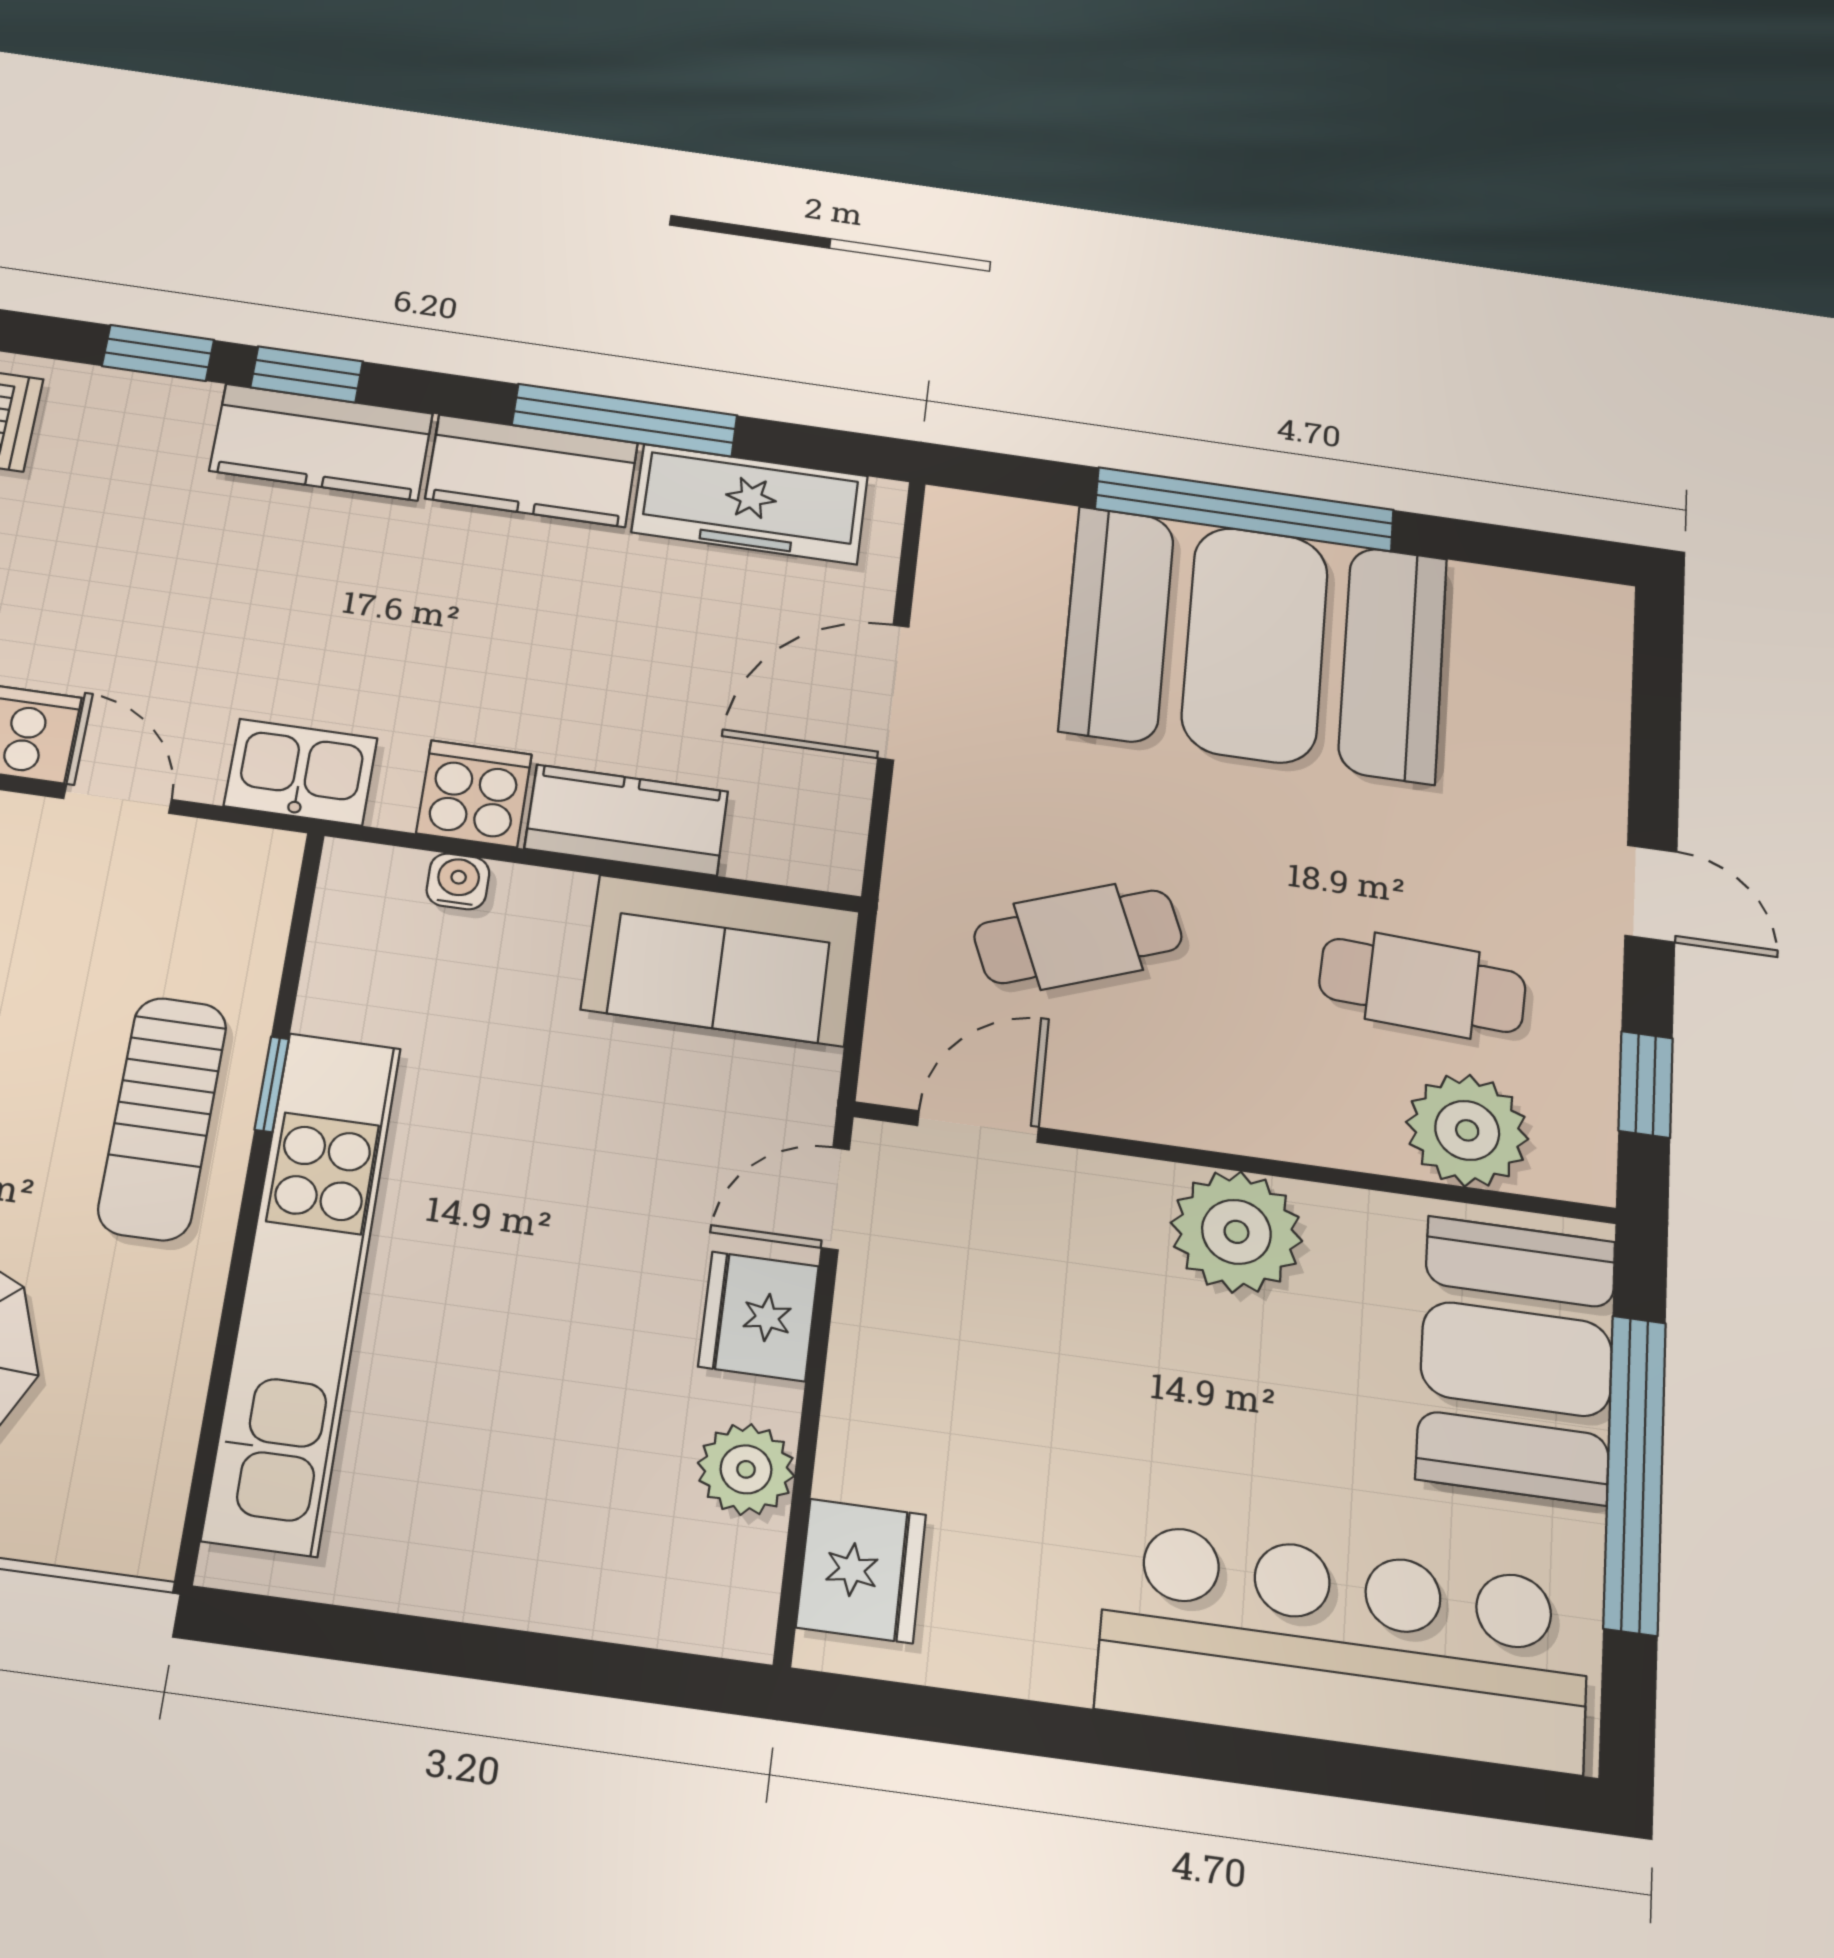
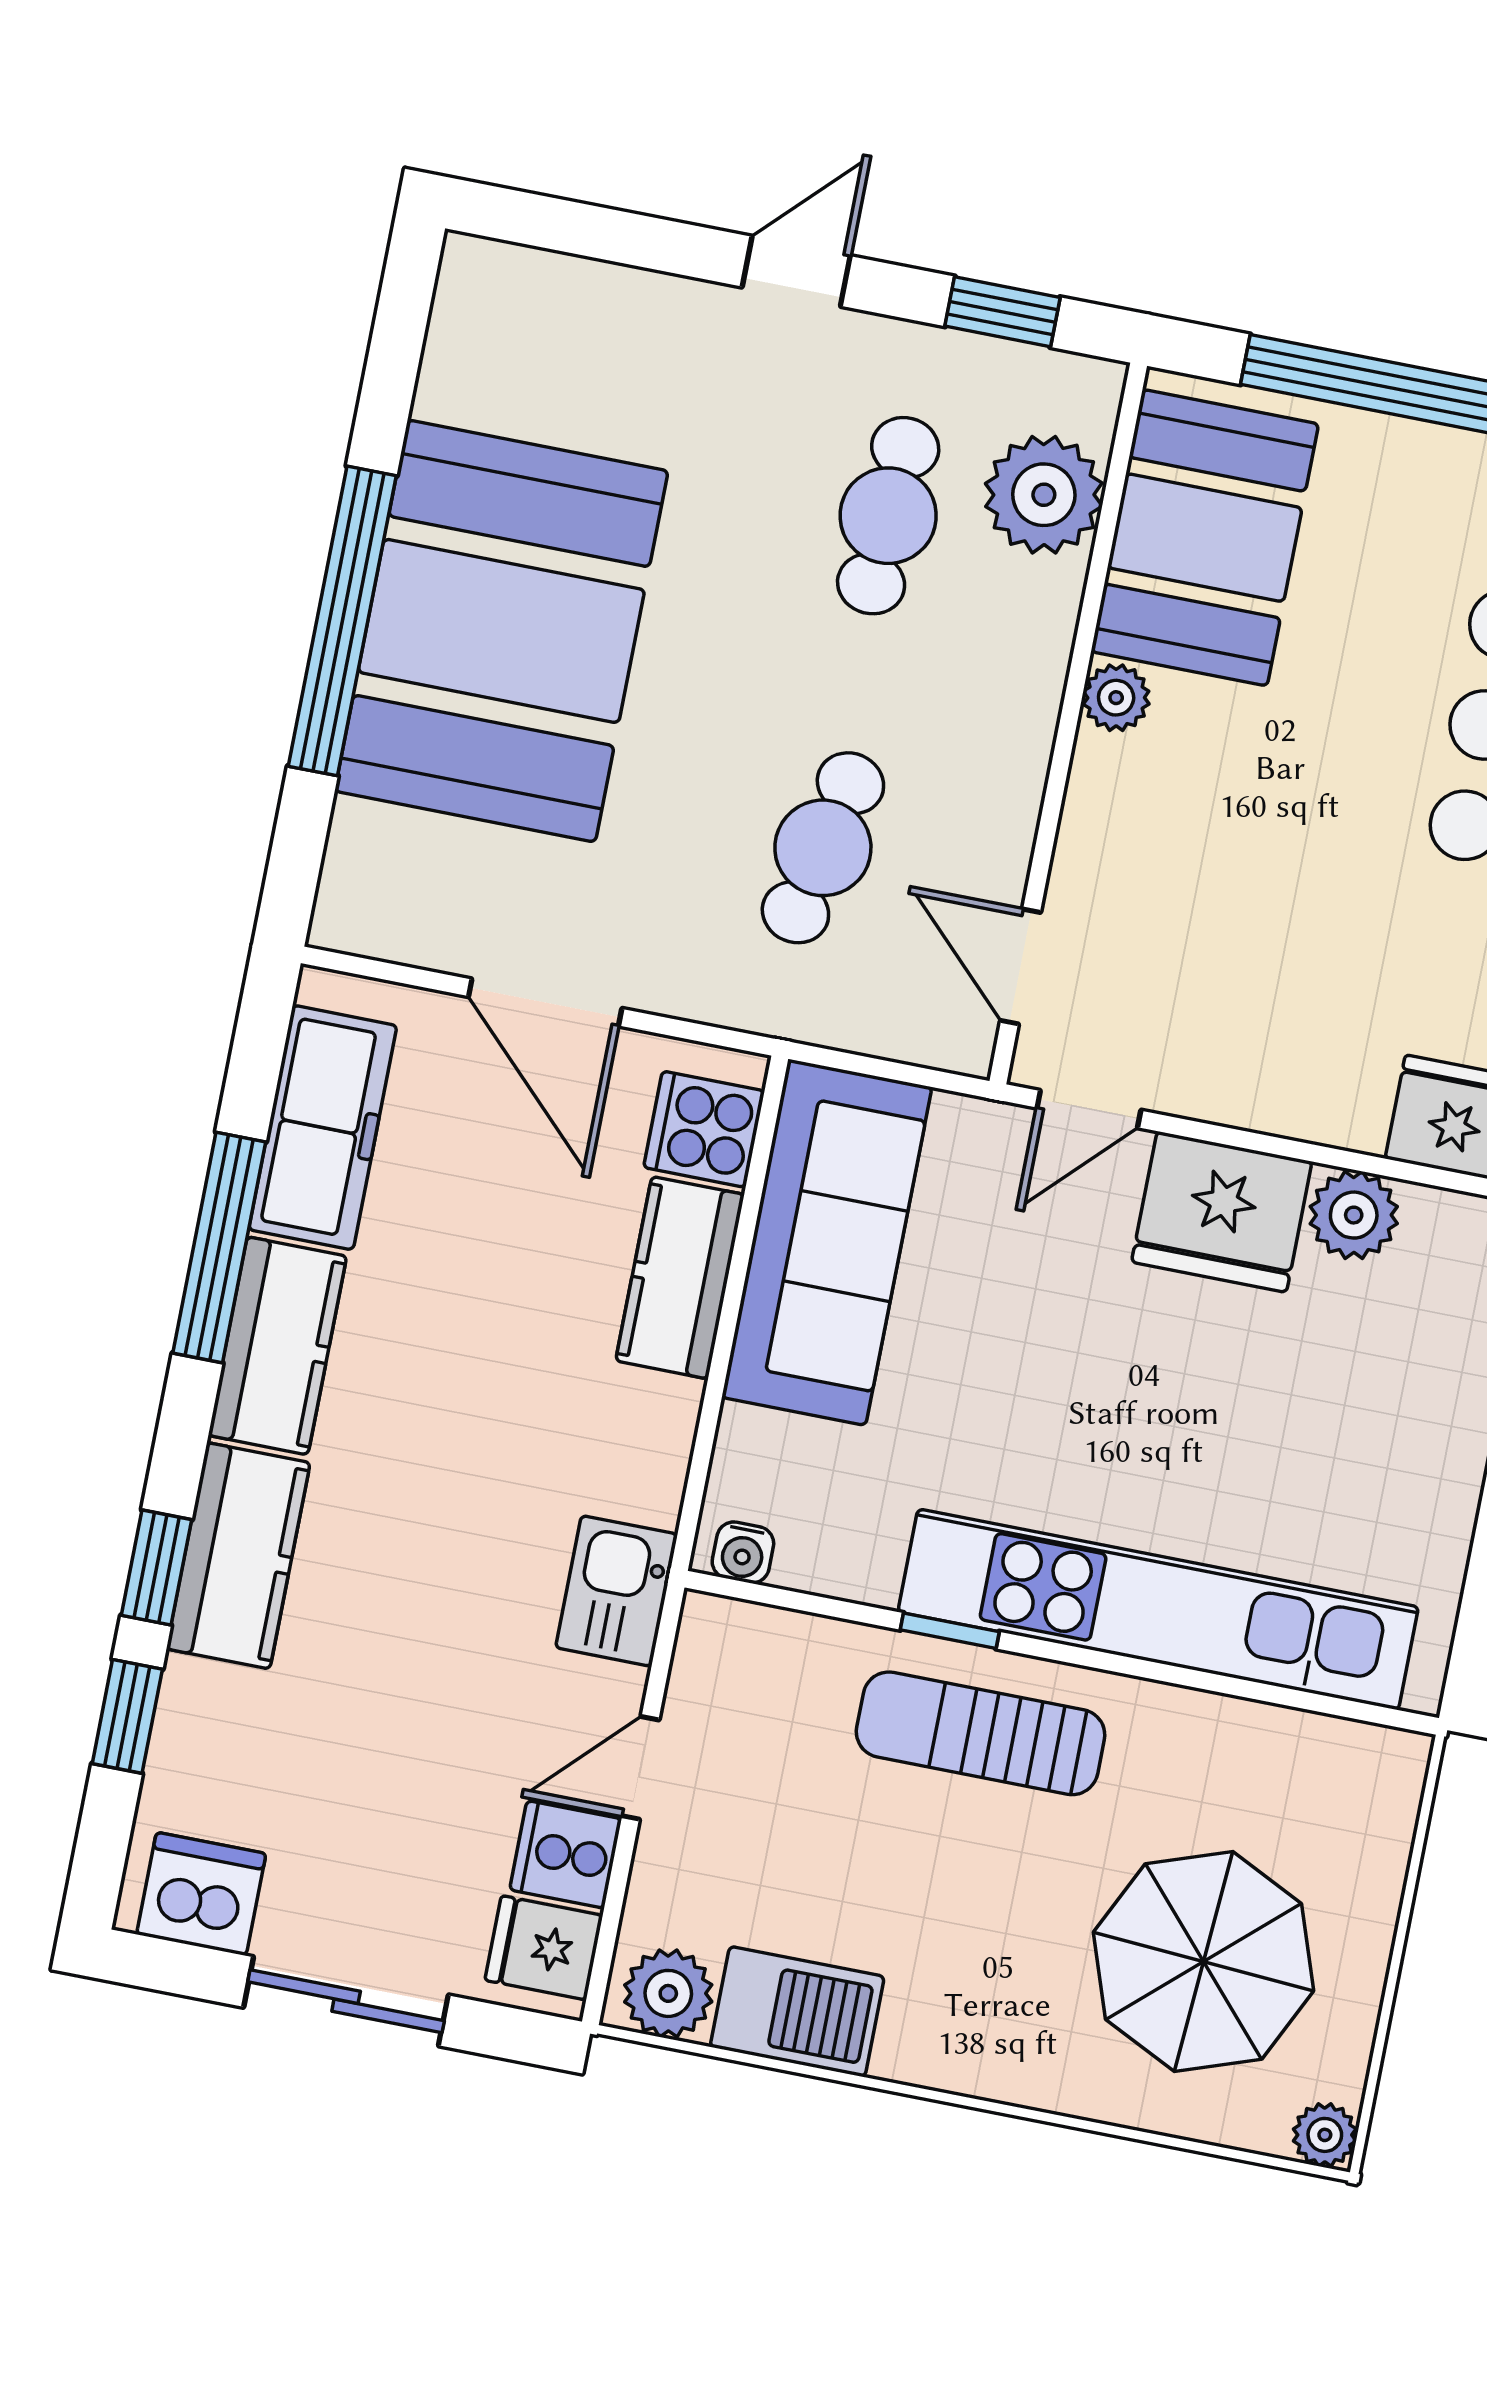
cooker: (474, 794) -> (704, 1129), moved
water cooler: (458, 881) -> (743, 1552), moved, turned -90
cafe table: (1078, 937) -> (823, 848), turned 33
sofa: (721, 960) -> (827, 1242), width x1.36
sun lounger: (163, 1118) -> (981, 1733), turned 180
door: (835, 1198) -> (1089, 1109), hinge flipped
plant: (1236, 1232) -> (1116, 698), width x0.53, depth x0.53
fridge: (759, 1316) -> (1222, 1212), width x1.36, depth x1.34
booth: (1516, 1359) -> (1205, 538), moved, turned 90

